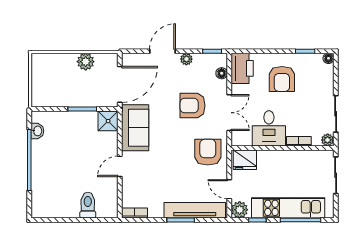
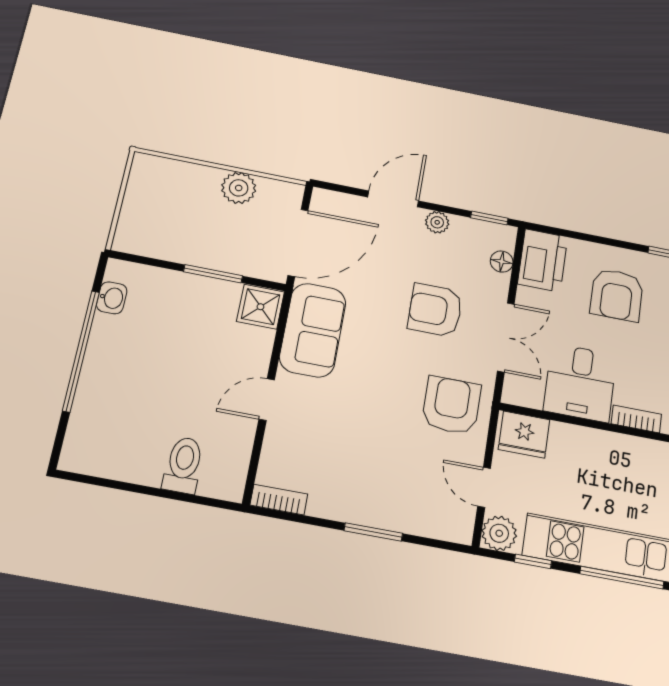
tv unit: (195, 210) -> (406, 517), removed

